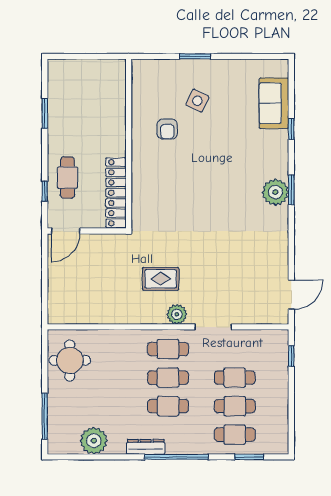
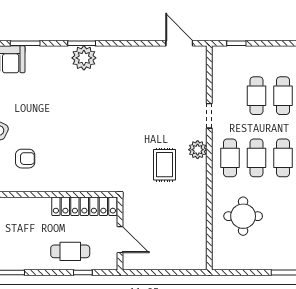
window: (291, 129) -> (25, 43), width x1.50
door: (66, 231) -> (120, 240), moved
doorway: (213, 327) -> (209, 116), width x0.73
round table: (70, 360) -> (243, 216), moved

